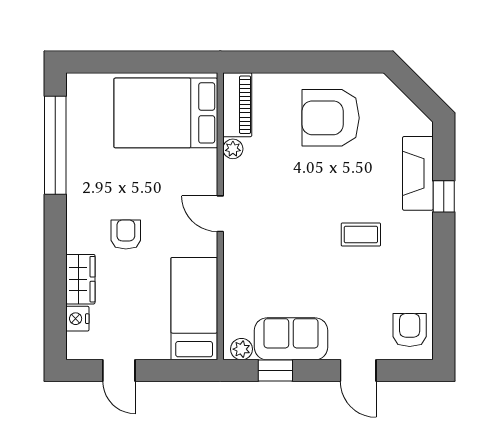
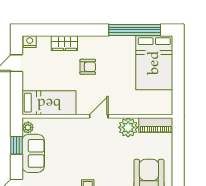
bed: (166, 113) -> (154, 63), moved, turned 180
plant: (233, 149) -> (128, 127), width x1.87, depth x1.87
nightstand: (77, 319) -> (30, 42), moved

